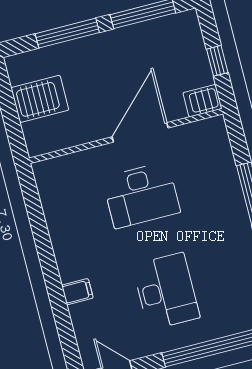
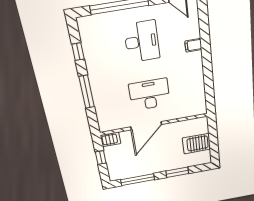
window: (67, 33) -> (177, 172), width x0.69
desk: (166, 291) -> (142, 42), turned 180

